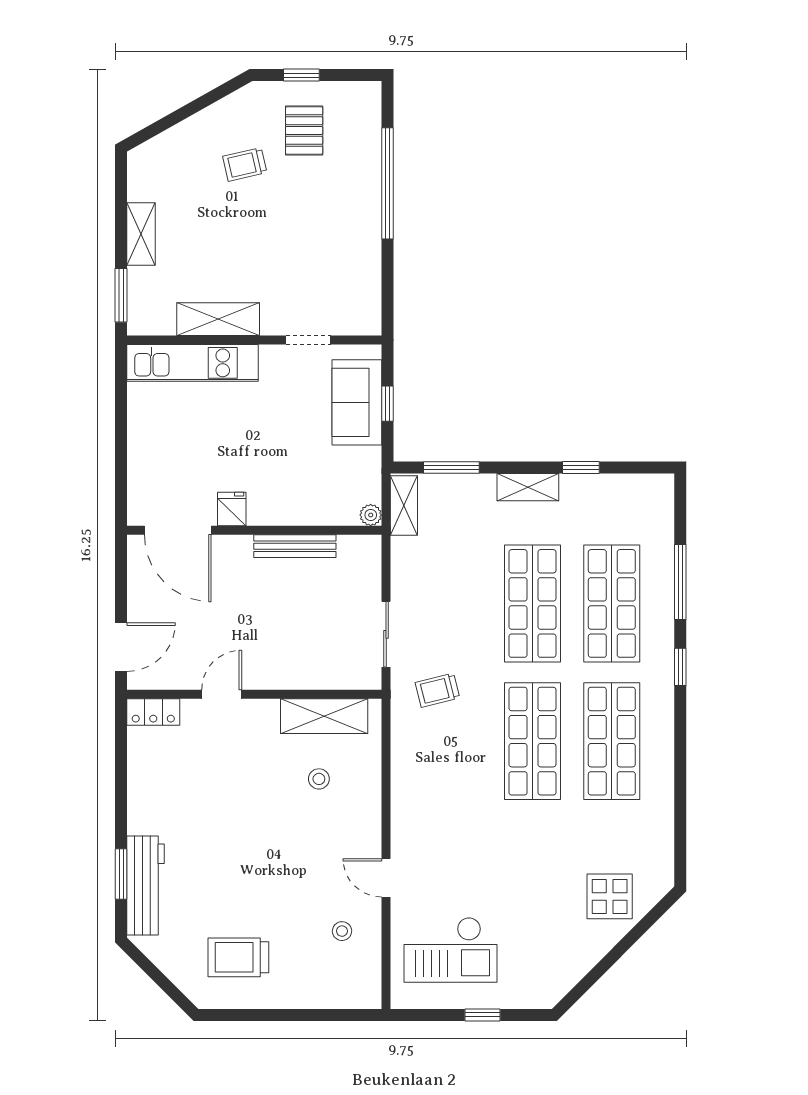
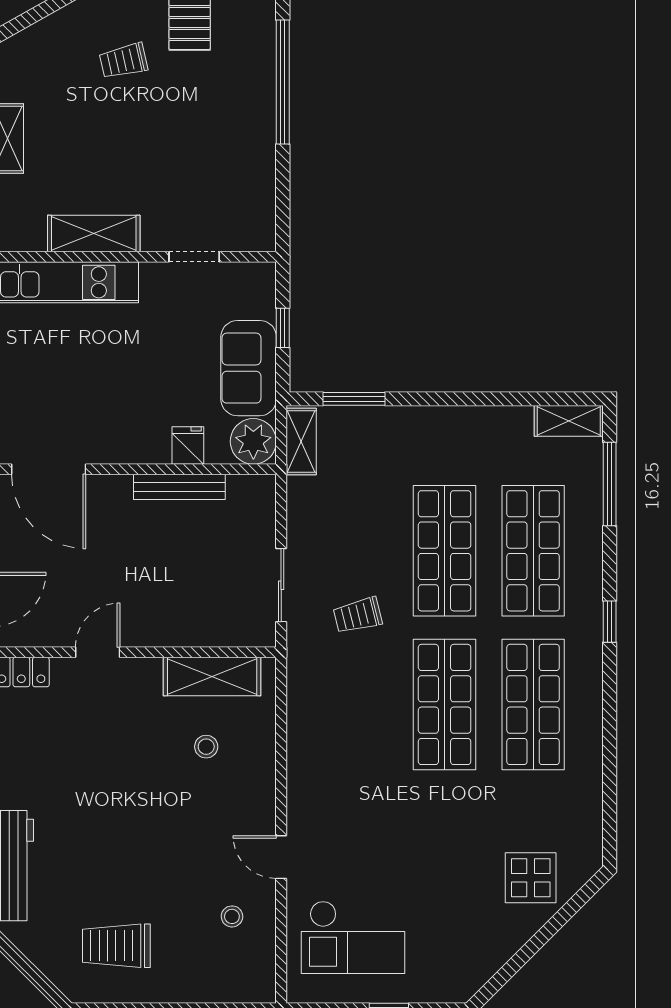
sofa: (357, 402) -> (249, 368), moved
window: (581, 467) -> (499, 399), removed
shelving: (528, 487) -> (569, 421), moved
fridge: (232, 509) -> (188, 445), moved
plant: (371, 515) -> (253, 441), width x1.88, depth x1.88
window: (680, 582) -> (610, 484), moved
trolley: (437, 690) -> (358, 615), moved

